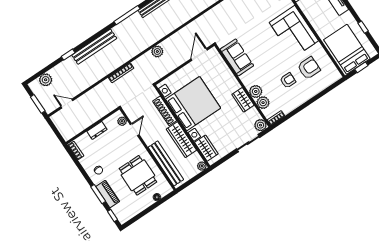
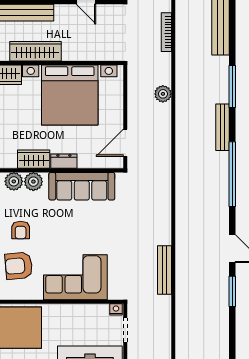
door: (199, 54) -> (125, 143), swing flipped
sofa: (237, 57) -> (82, 186), width x1.36
armchair: (309, 68) -> (19, 266), turned 85
dresser: (233, 82) -> (64, 161), added
shoe rack: (165, 111) -> (84, 54), removed

